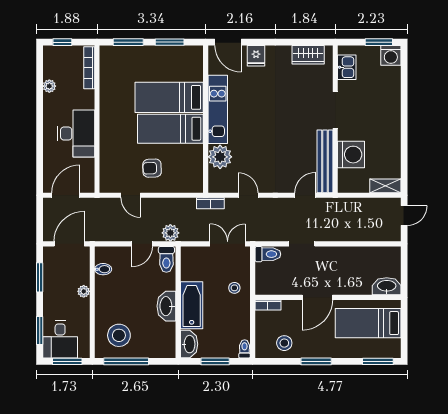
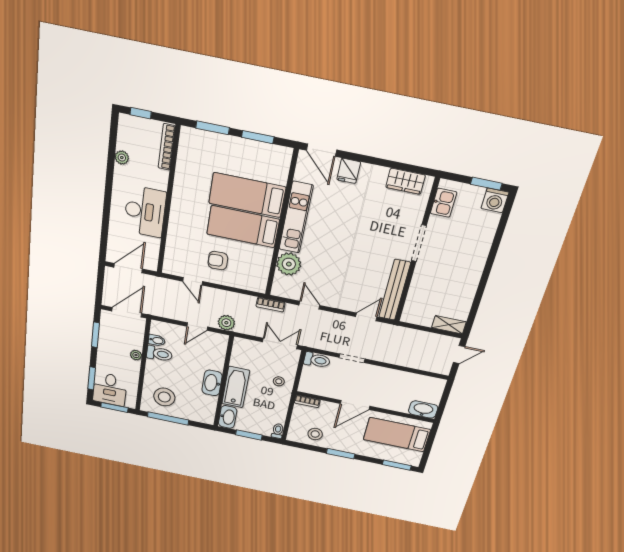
washing machine: (351, 155) -> (423, 289), removed
toilet: (166, 259) -> (159, 354), moved, turned -90

